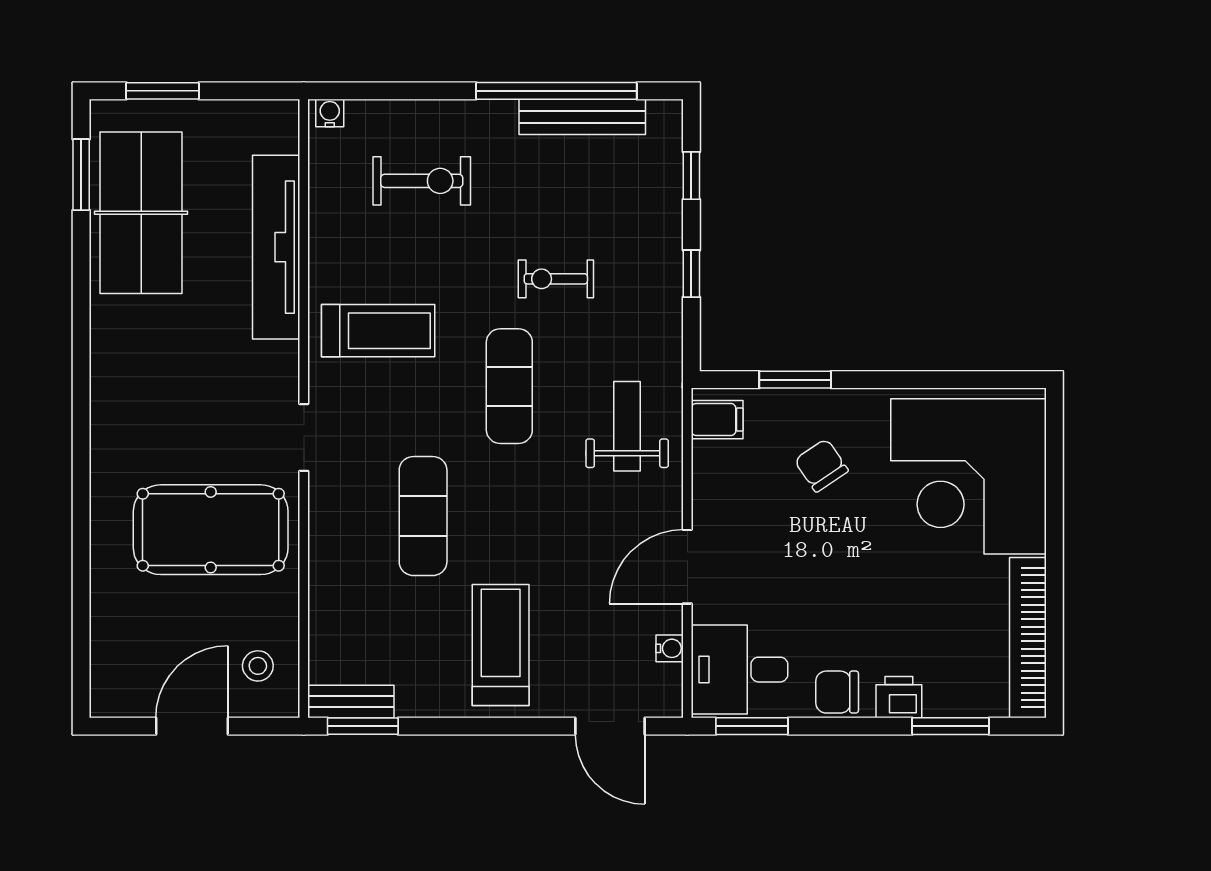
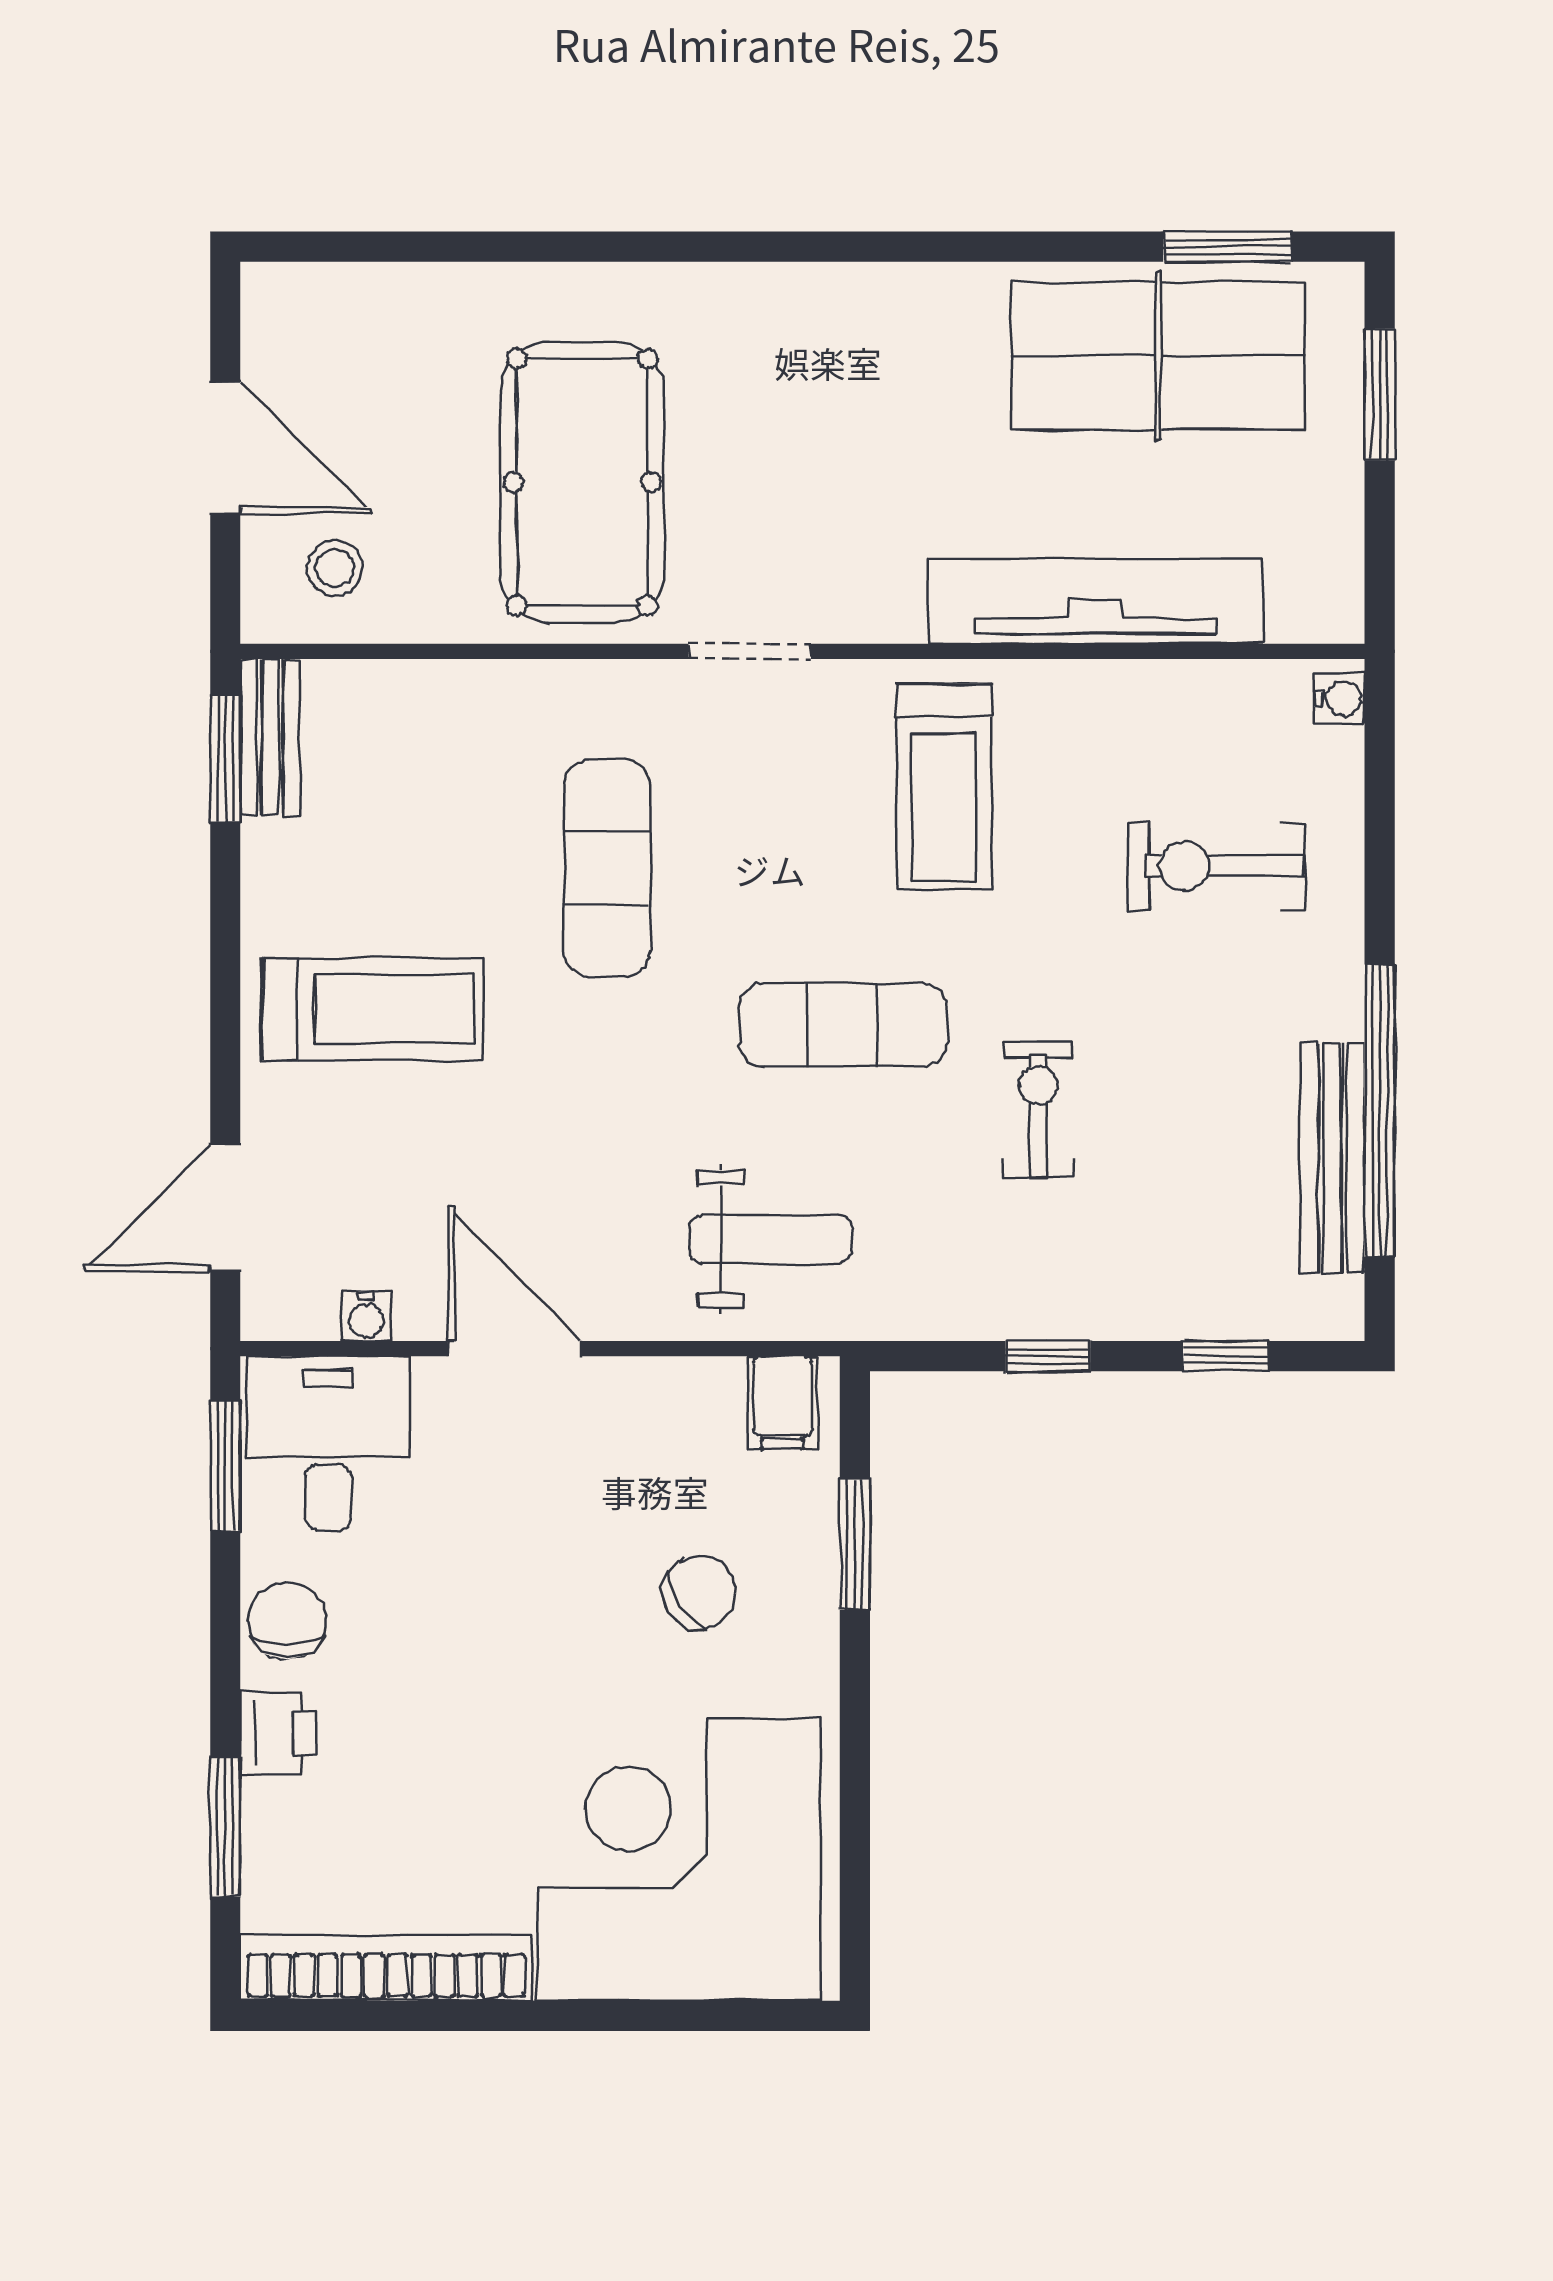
exercise bike: (422, 181) -> (1216, 866), turned 90
exercise mat: (423, 516) -> (607, 868), turned 90

